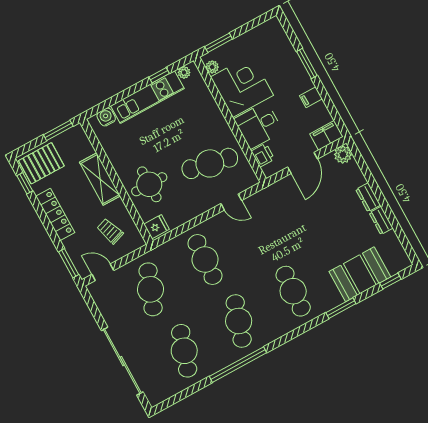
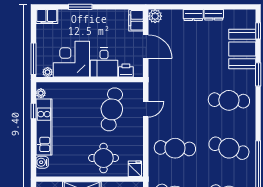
window: (219, 43) -> (33, 59), width x1.44
filing cabinet: (311, 97) -> (47, 17), moved, width x2.00

